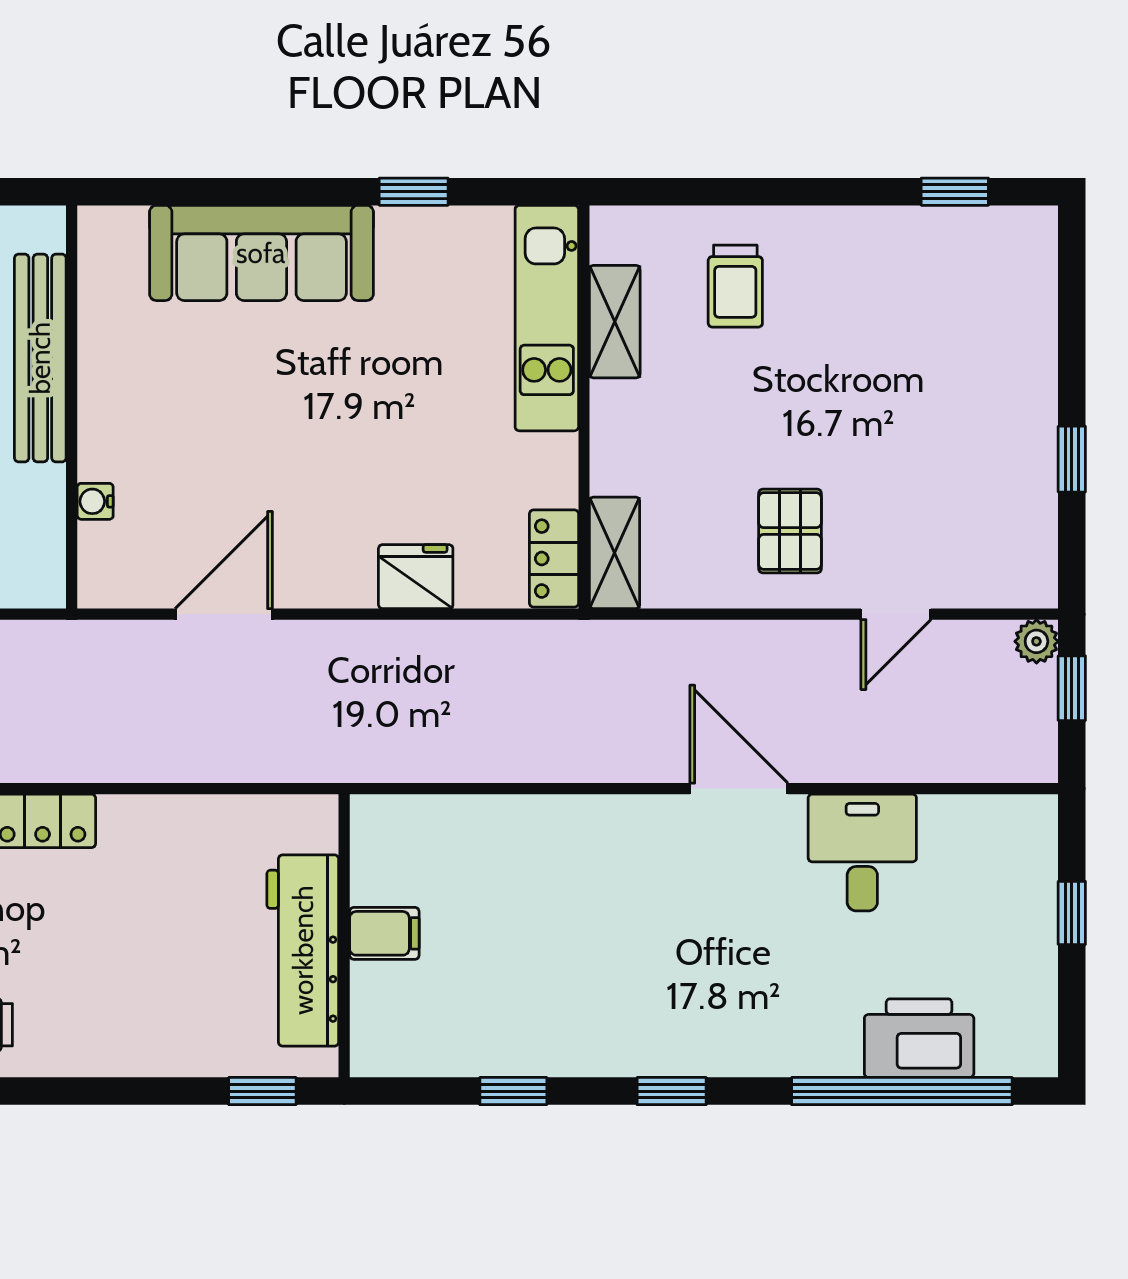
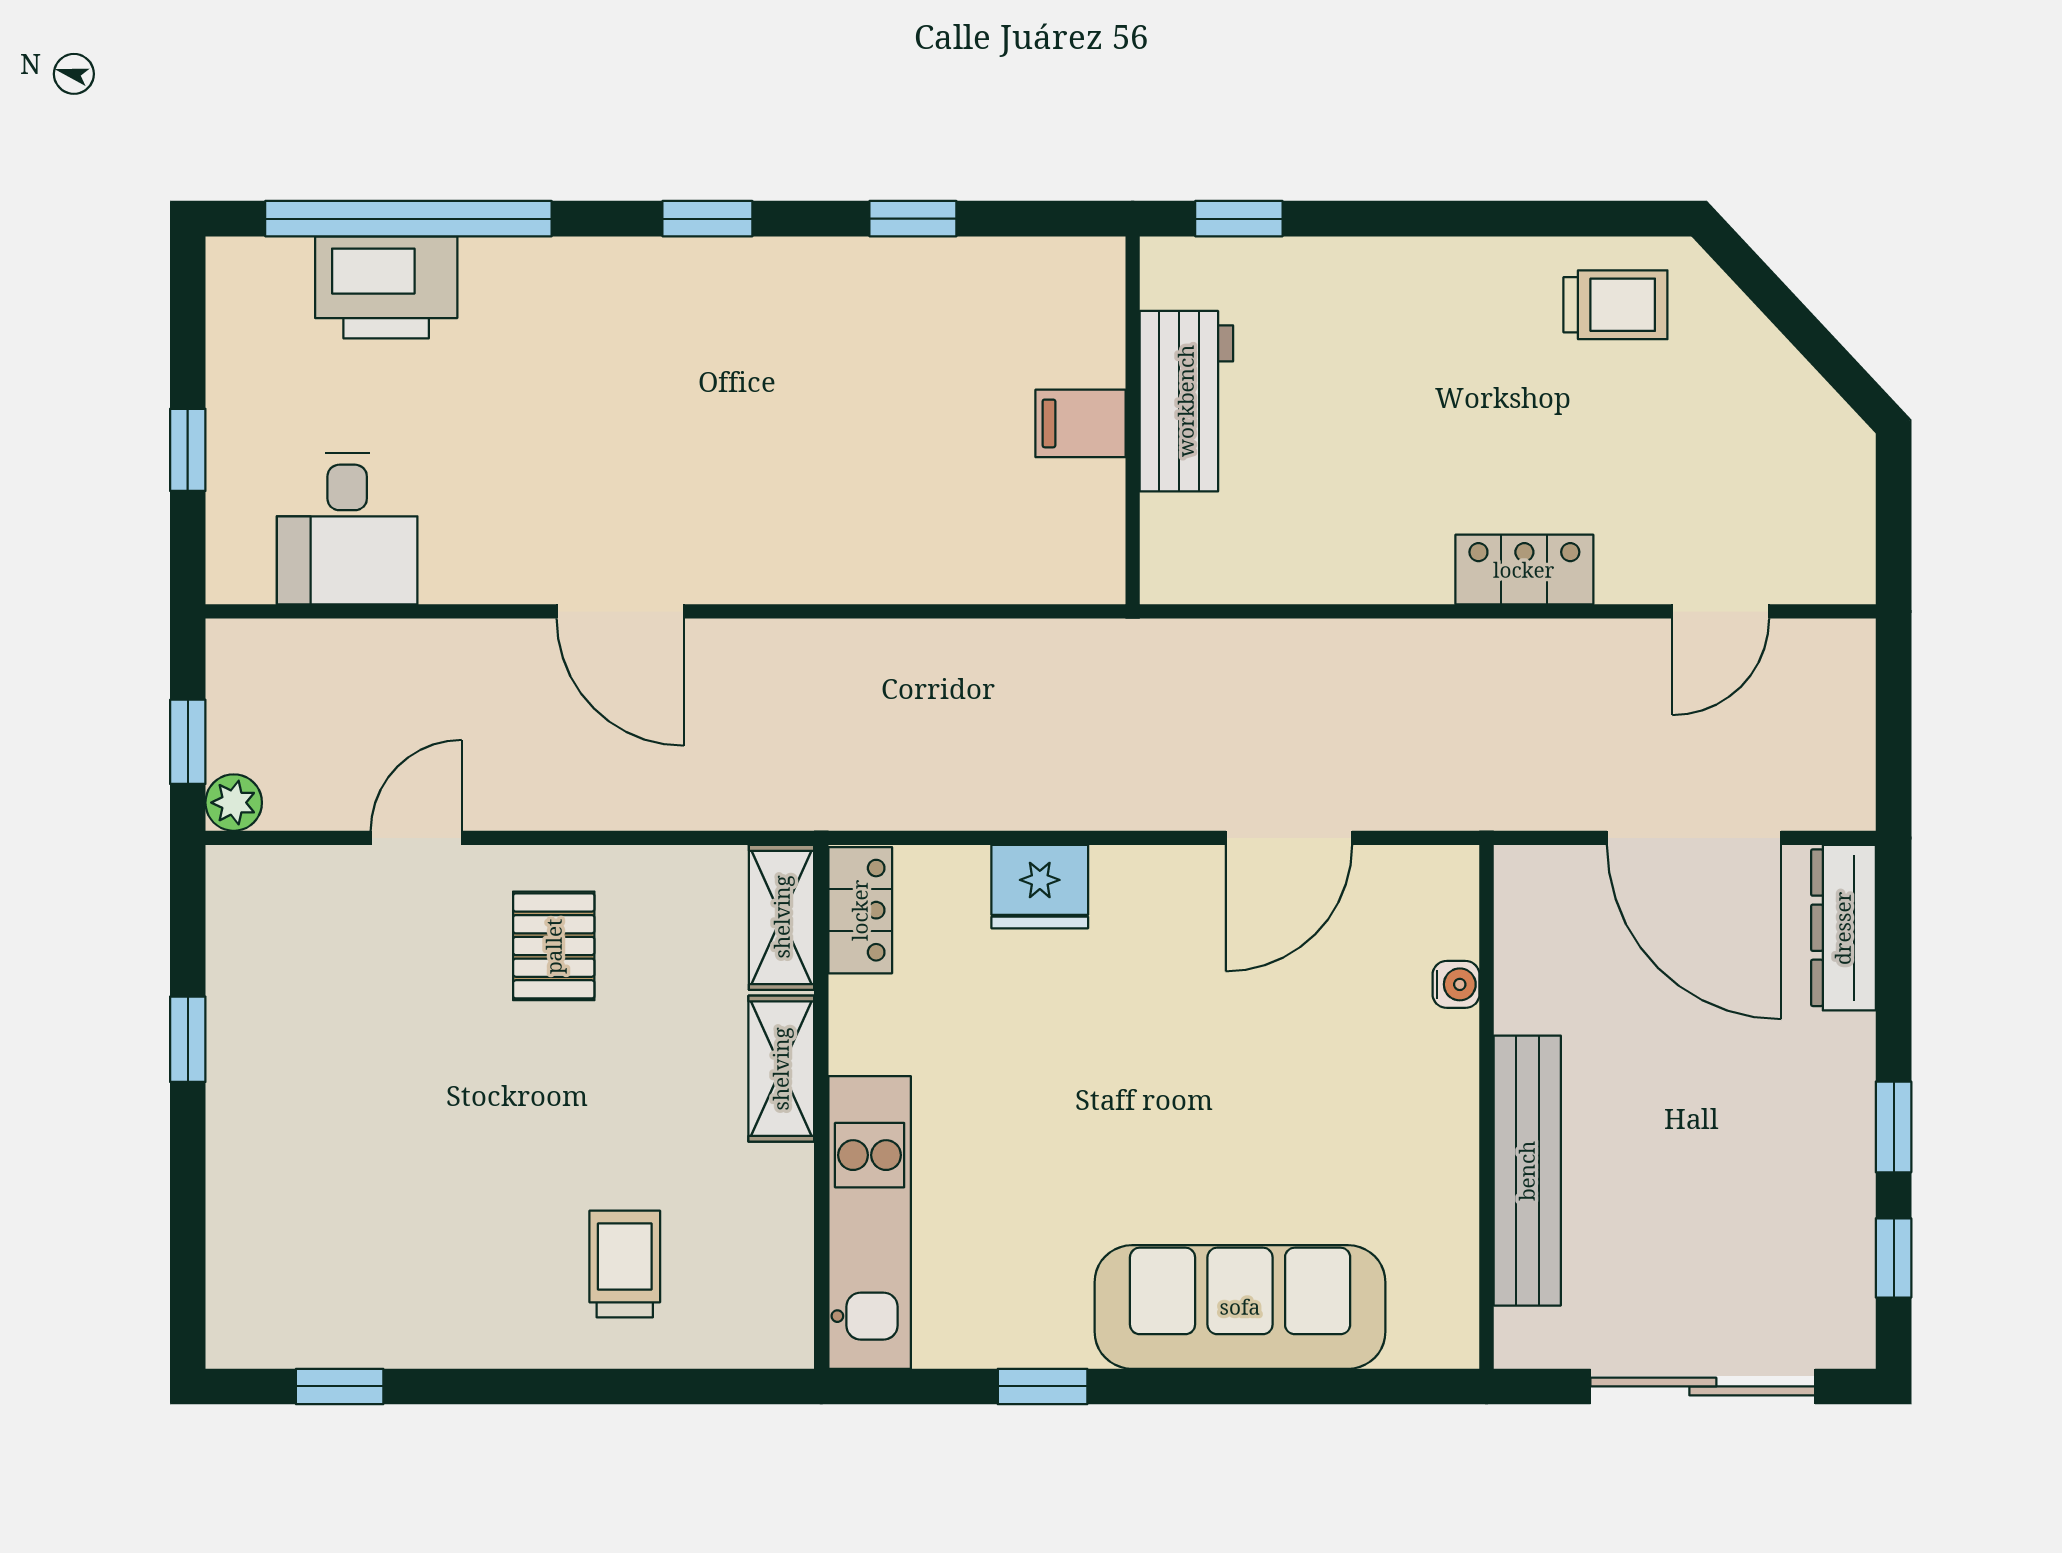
shelving: (615, 322) -> (781, 1069), moved
desk: (862, 852) -> (347, 528), moved
workbench: (303, 950) -> (1186, 401), width x0.73

